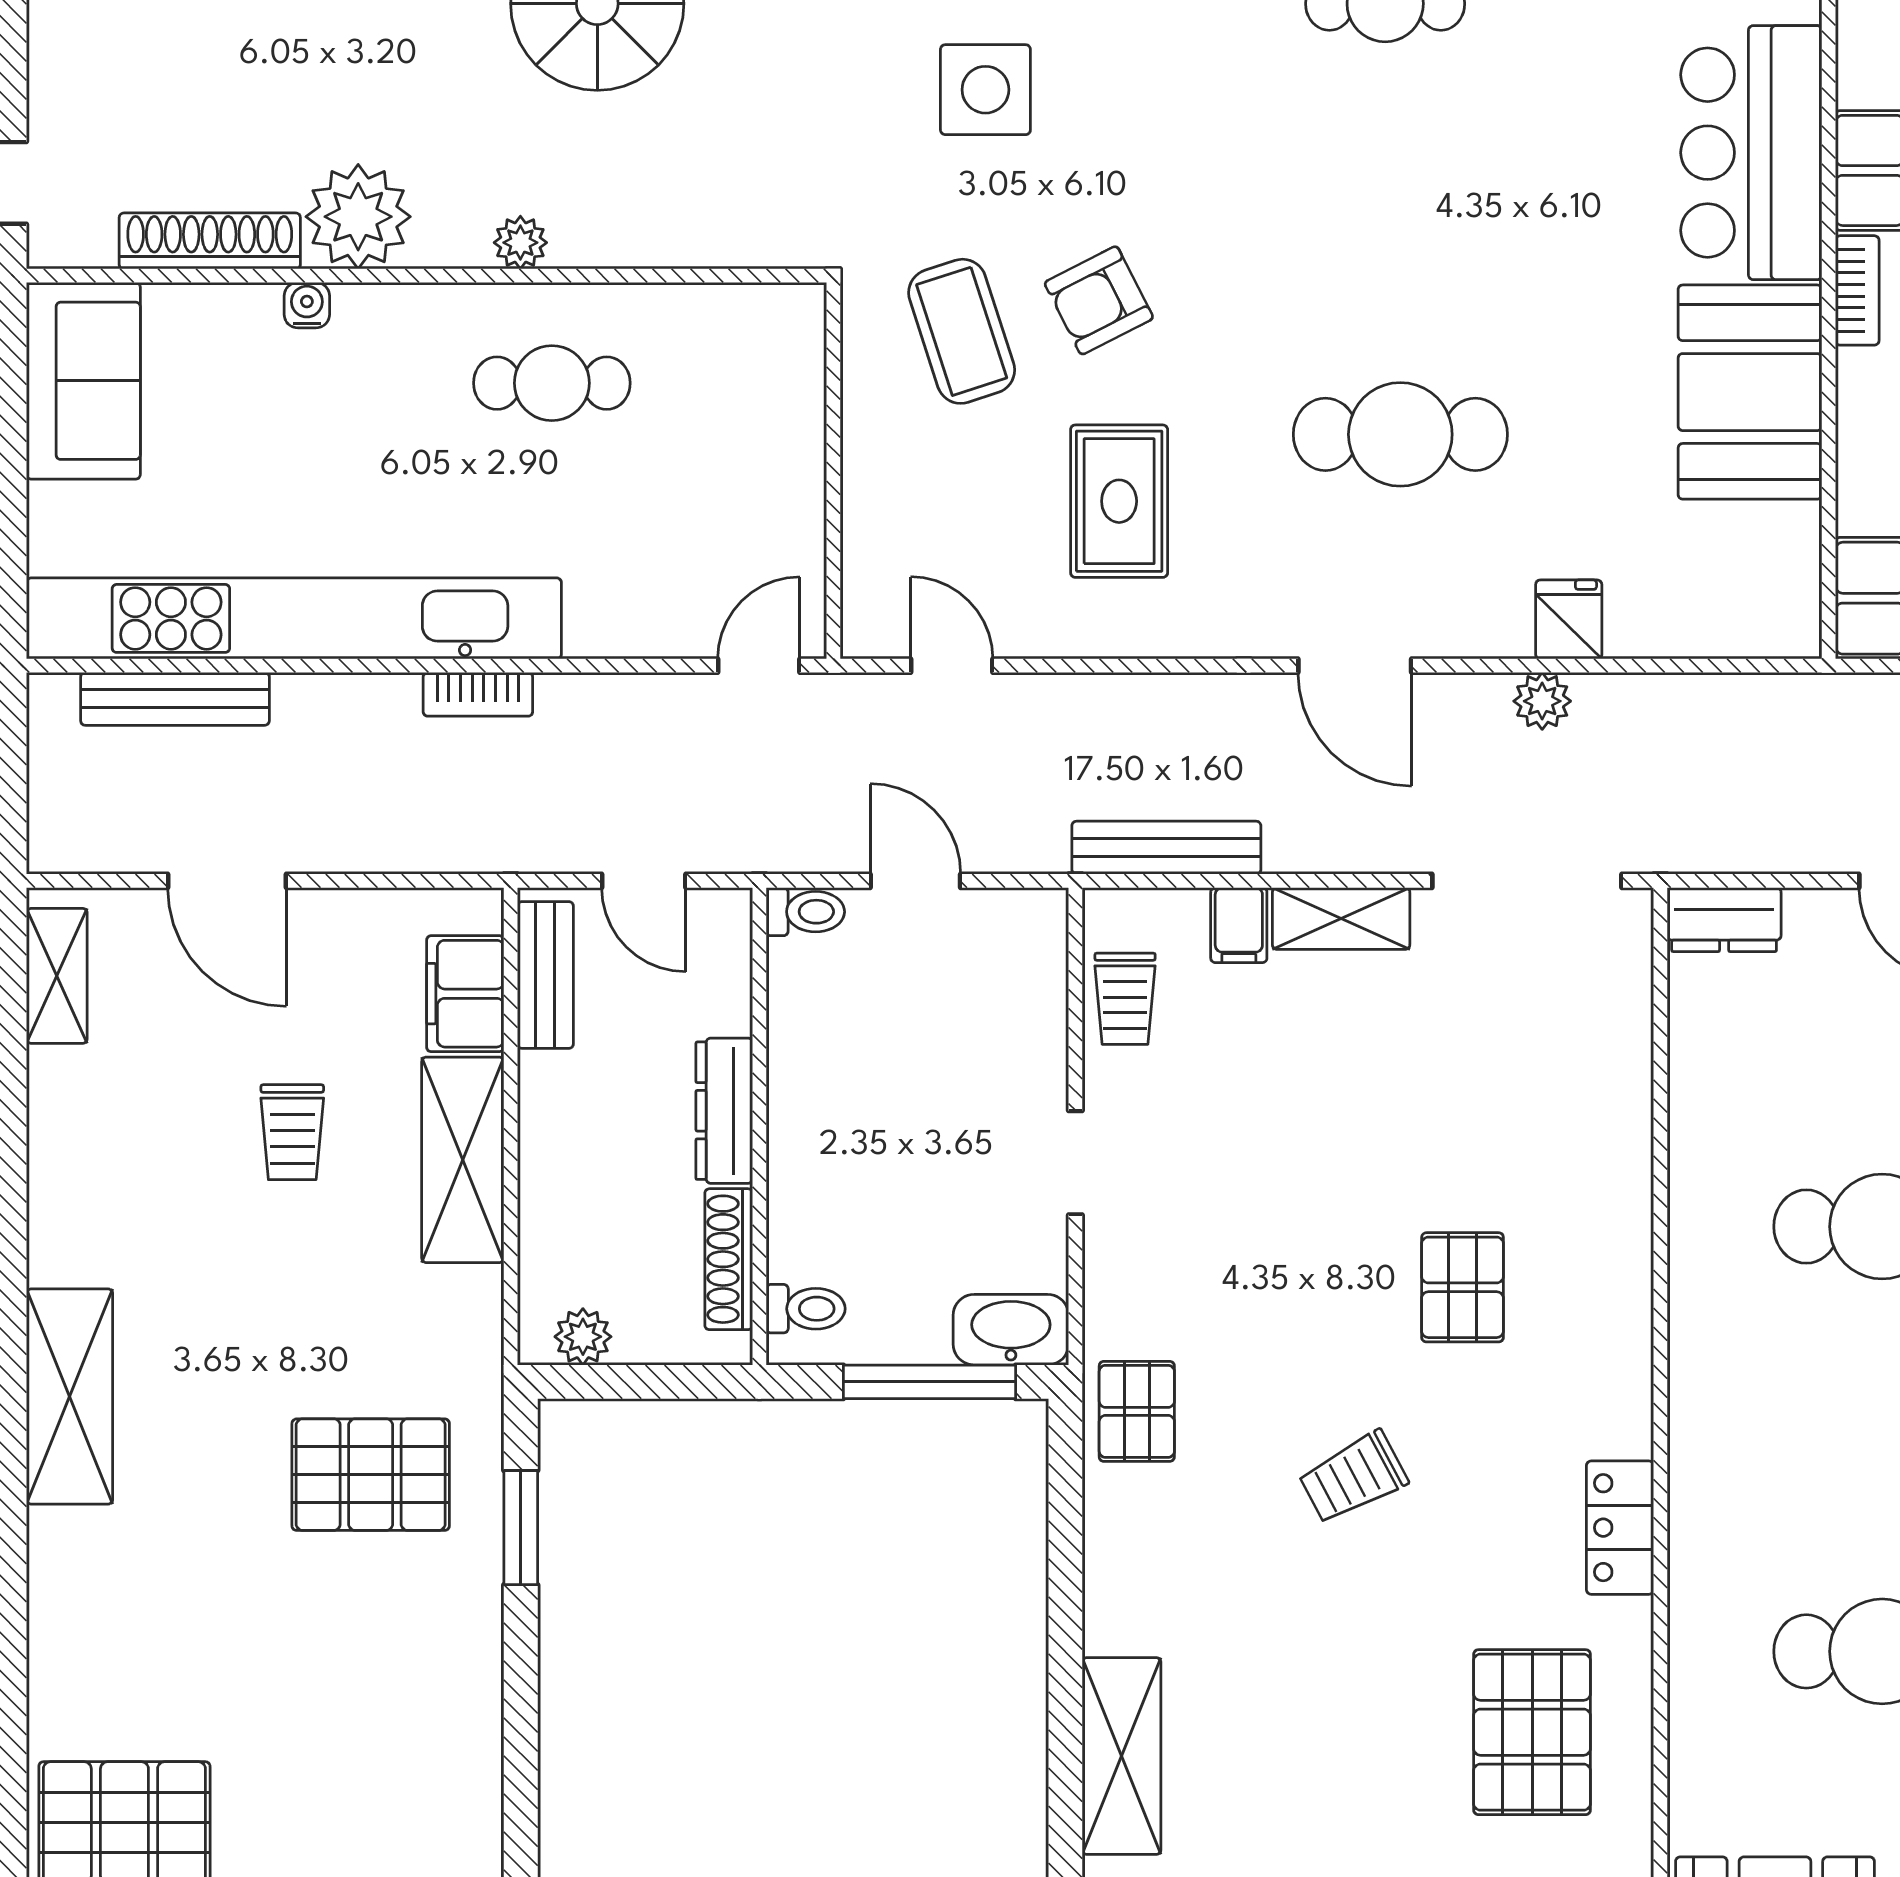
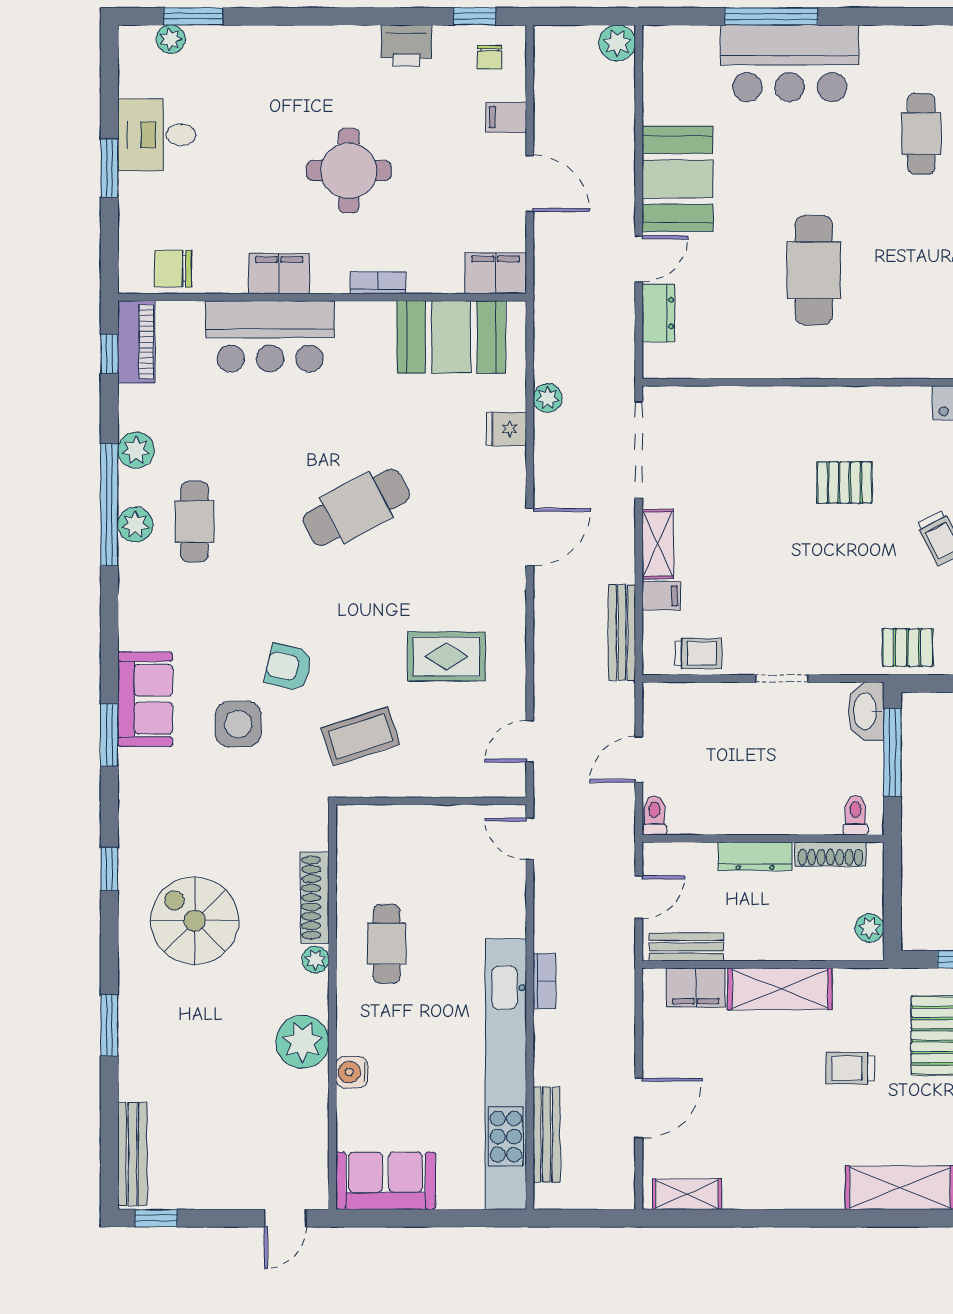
shoe rack: (210, 241) -> (315, 898), moved
bookcase: (1857, 290) -> (378, 283), moved
armchair: (1099, 300) -> (288, 667), moved, turned 130
water cooler: (307, 305) -> (352, 1072), width x1.38, depth x1.38
booth: (1750, 392) -> (451, 337), moved
cafe table: (1400, 434) -> (356, 507), moved, turned 62
plant: (1542, 701) -> (548, 398), moved
dresser: (1724, 920) -> (658, 313), moved
trolley: (292, 1132) -> (850, 1068), moved, turned 180

